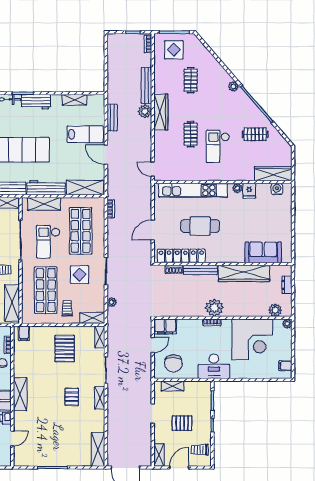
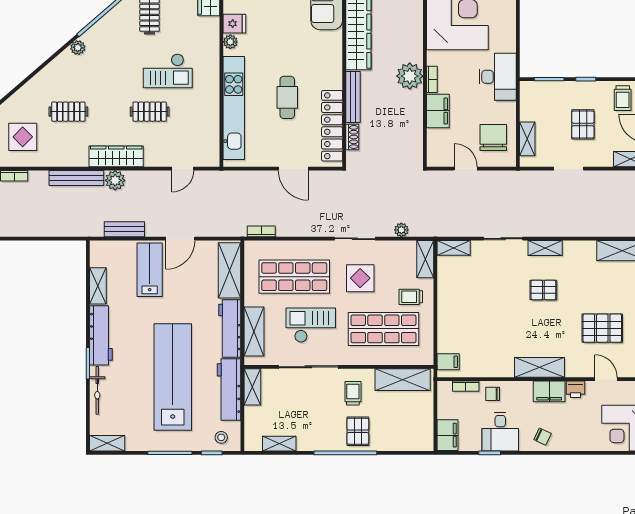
workbench: (36, 102) -> (101, 335), width x1.38
door: (153, 169) -> (183, 169), moved
cafe table: (200, 226) -> (287, 97), width x0.73, depth x0.74
checkout: (48, 242) -> (311, 325), turned 180
filing cabinet: (165, 326) -> (438, 111), moved
pallet: (65, 349) -> (602, 328), moved
chair: (173, 363) -> (493, 138), turned -90

